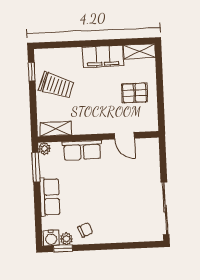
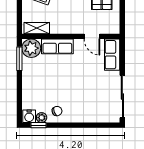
plant: (44, 149) -> (31, 48), width x1.87, depth x1.87
row of seats: (50, 197) -> (112, 55), moved, turned 180

